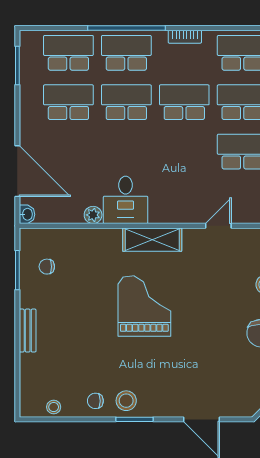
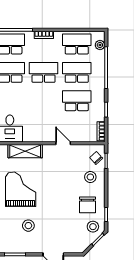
door: (218, 226) -> (63, 143), hinge flipped
stool: (126, 401) -> (28, 226), moved

